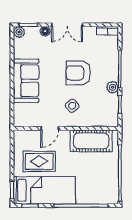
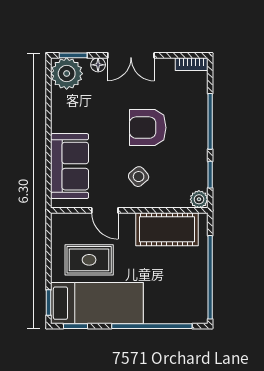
plant: (19, 32) -> (67, 74), width x1.88, depth x1.88
sofa: (26, 81) -> (70, 166), moved
plant: (113, 87) -> (199, 199), moved
door: (50, 128) -> (105, 210), hinge flipped

